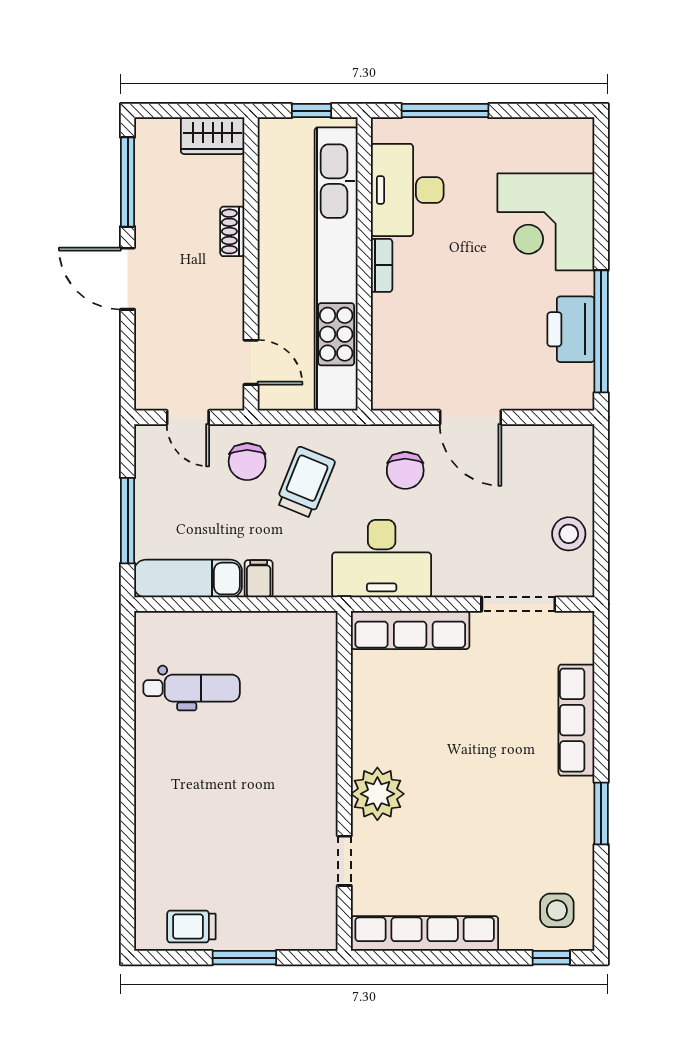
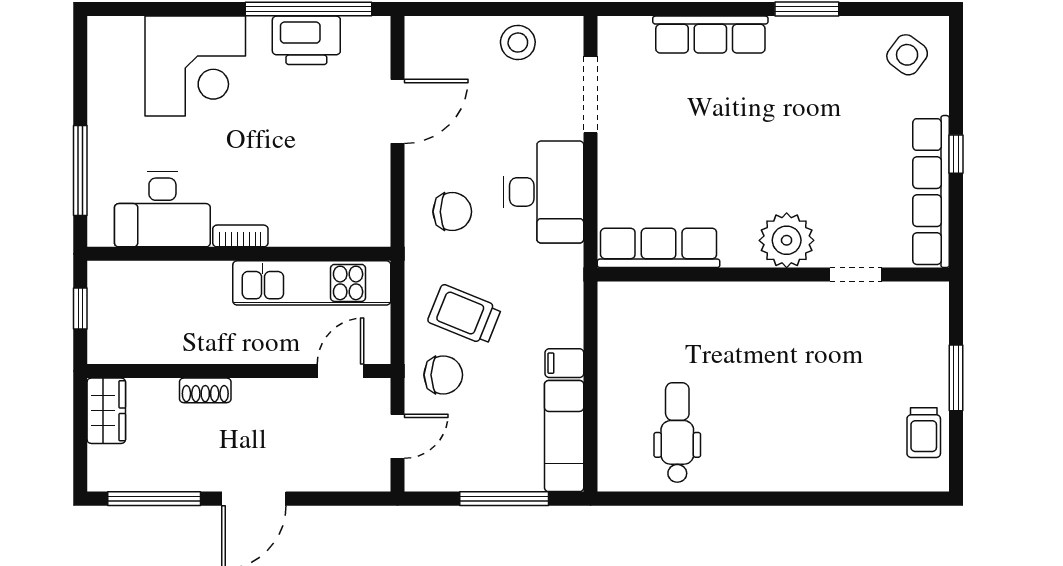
kitchen unit: (336, 269) -> (312, 283), width x0.54
door: (470, 417) -> (397, 111), moved
desk: (382, 559) -> (543, 192), moved
row of seats: (410, 630) -> (659, 248), moved, turned -90
side table: (557, 910) -> (907, 55), turned 37
window: (551, 958) -> (956, 154), moved

